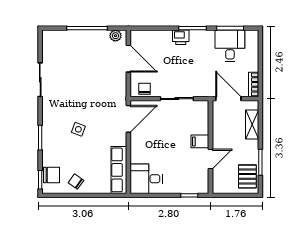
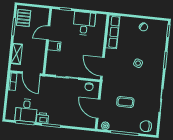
printer: (181, 37) -> (42, 118), moved
coffee table: (91, 72) -> (125, 102), added
door: (128, 119) -> (102, 67), hinge flipped
chair: (51, 175) -> (146, 126), moved
desk: (146, 179) -> (84, 24), moved, turned -90

